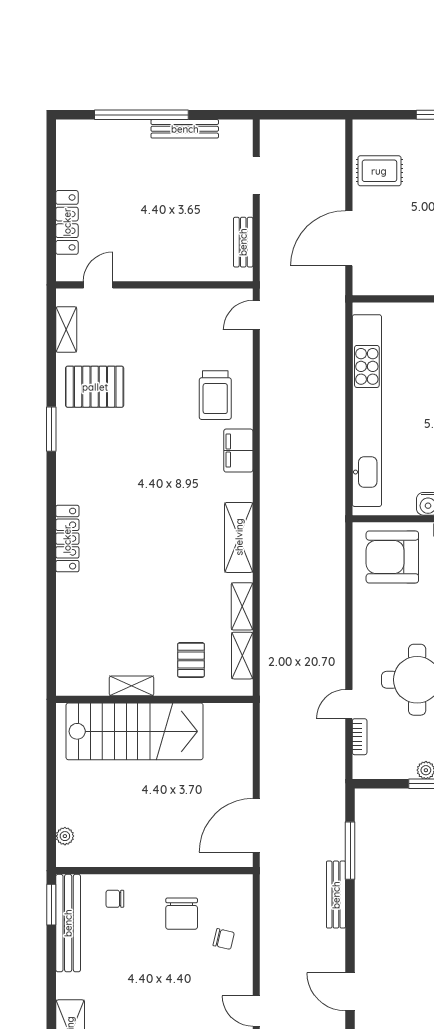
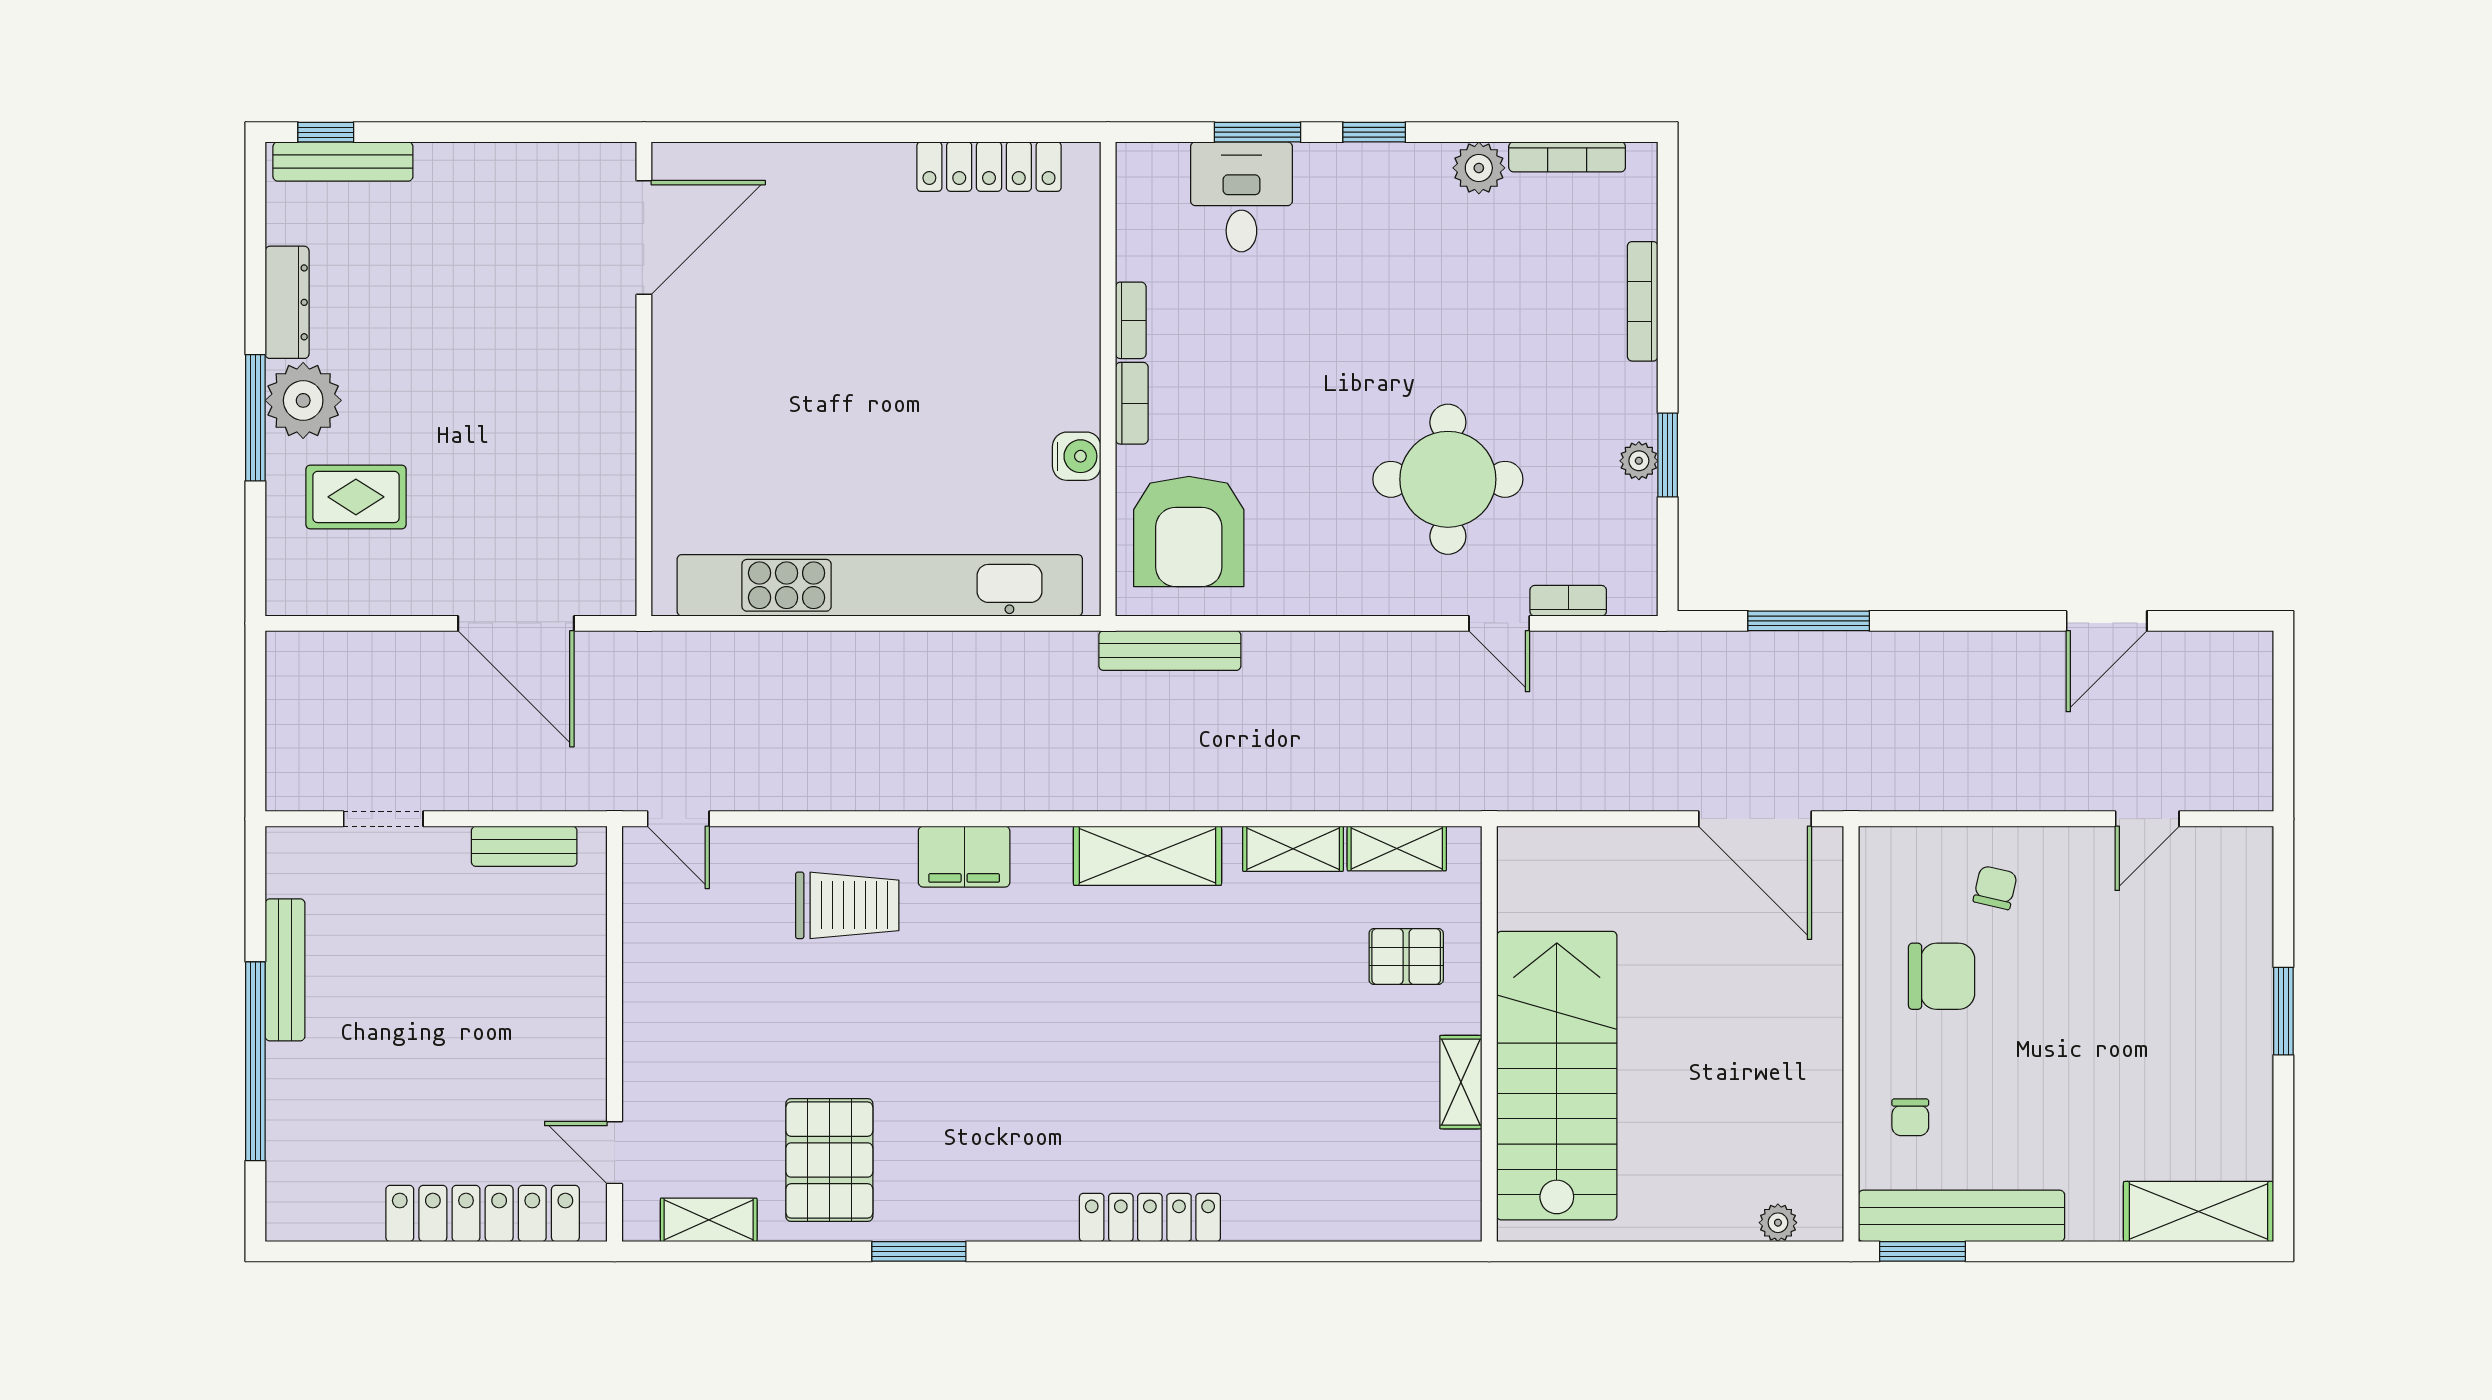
rug: (379, 171) -> (356, 497), moved, turned 90
locker: (67, 222) -> (483, 1213), width x1.41, depth x1.21
bench: (336, 895) -> (1170, 651), moved

